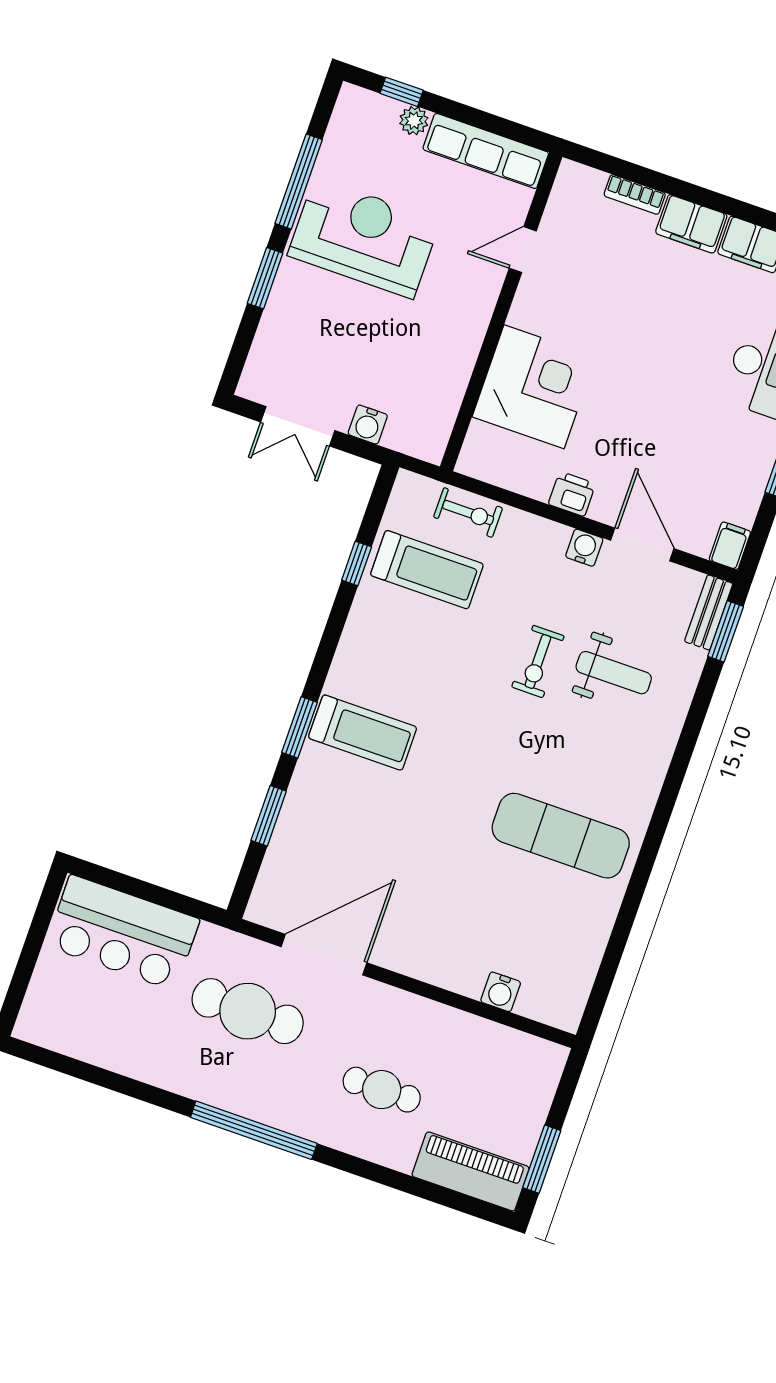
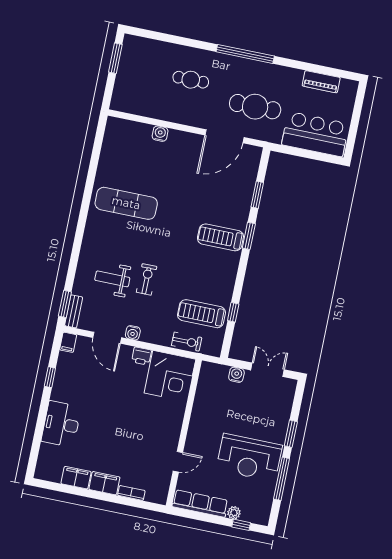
corner desk: (534, 387) -> (170, 376), moved, turned -90
exercise bike: (468, 513) -> (187, 342), turned 180
water cooler: (501, 992) -> (160, 134), moved
piano: (471, 1171) -> (321, 82), moved, width x0.73, depth x0.75

